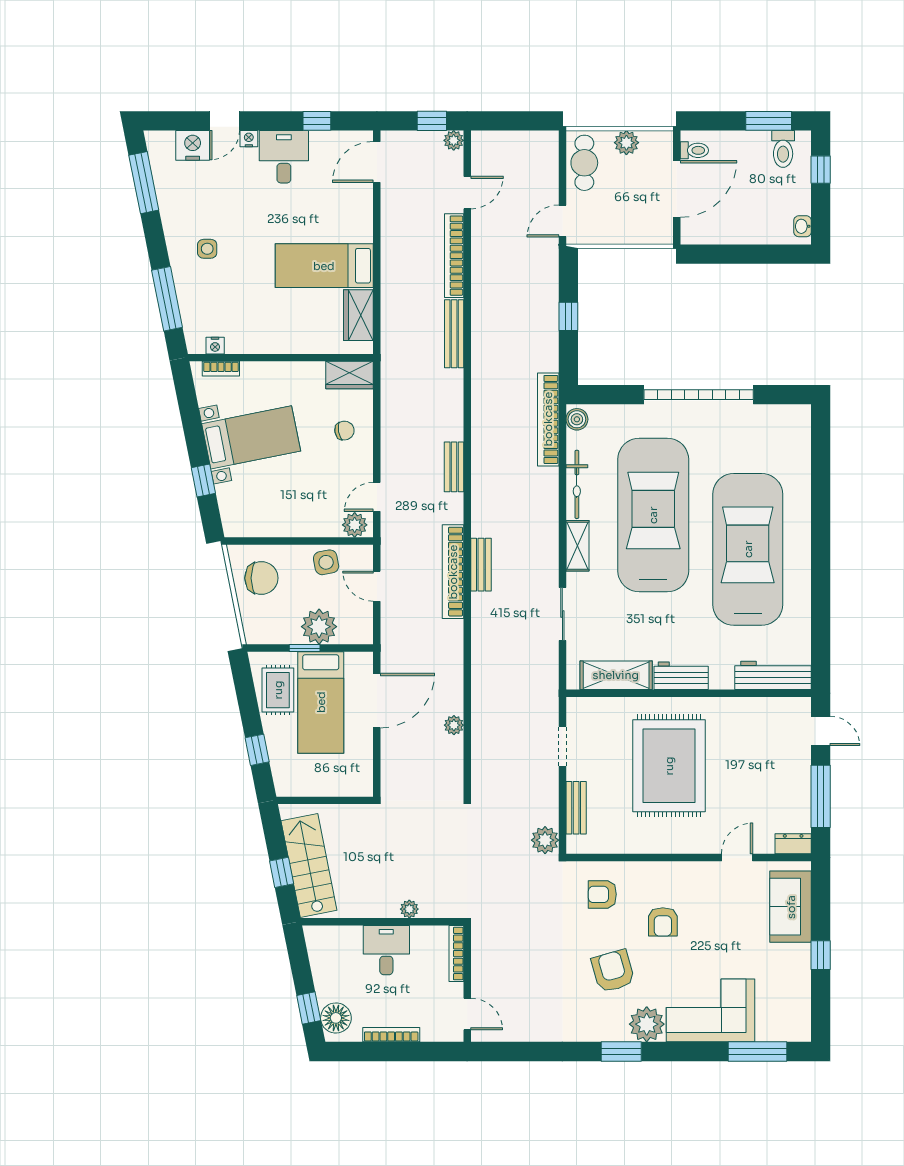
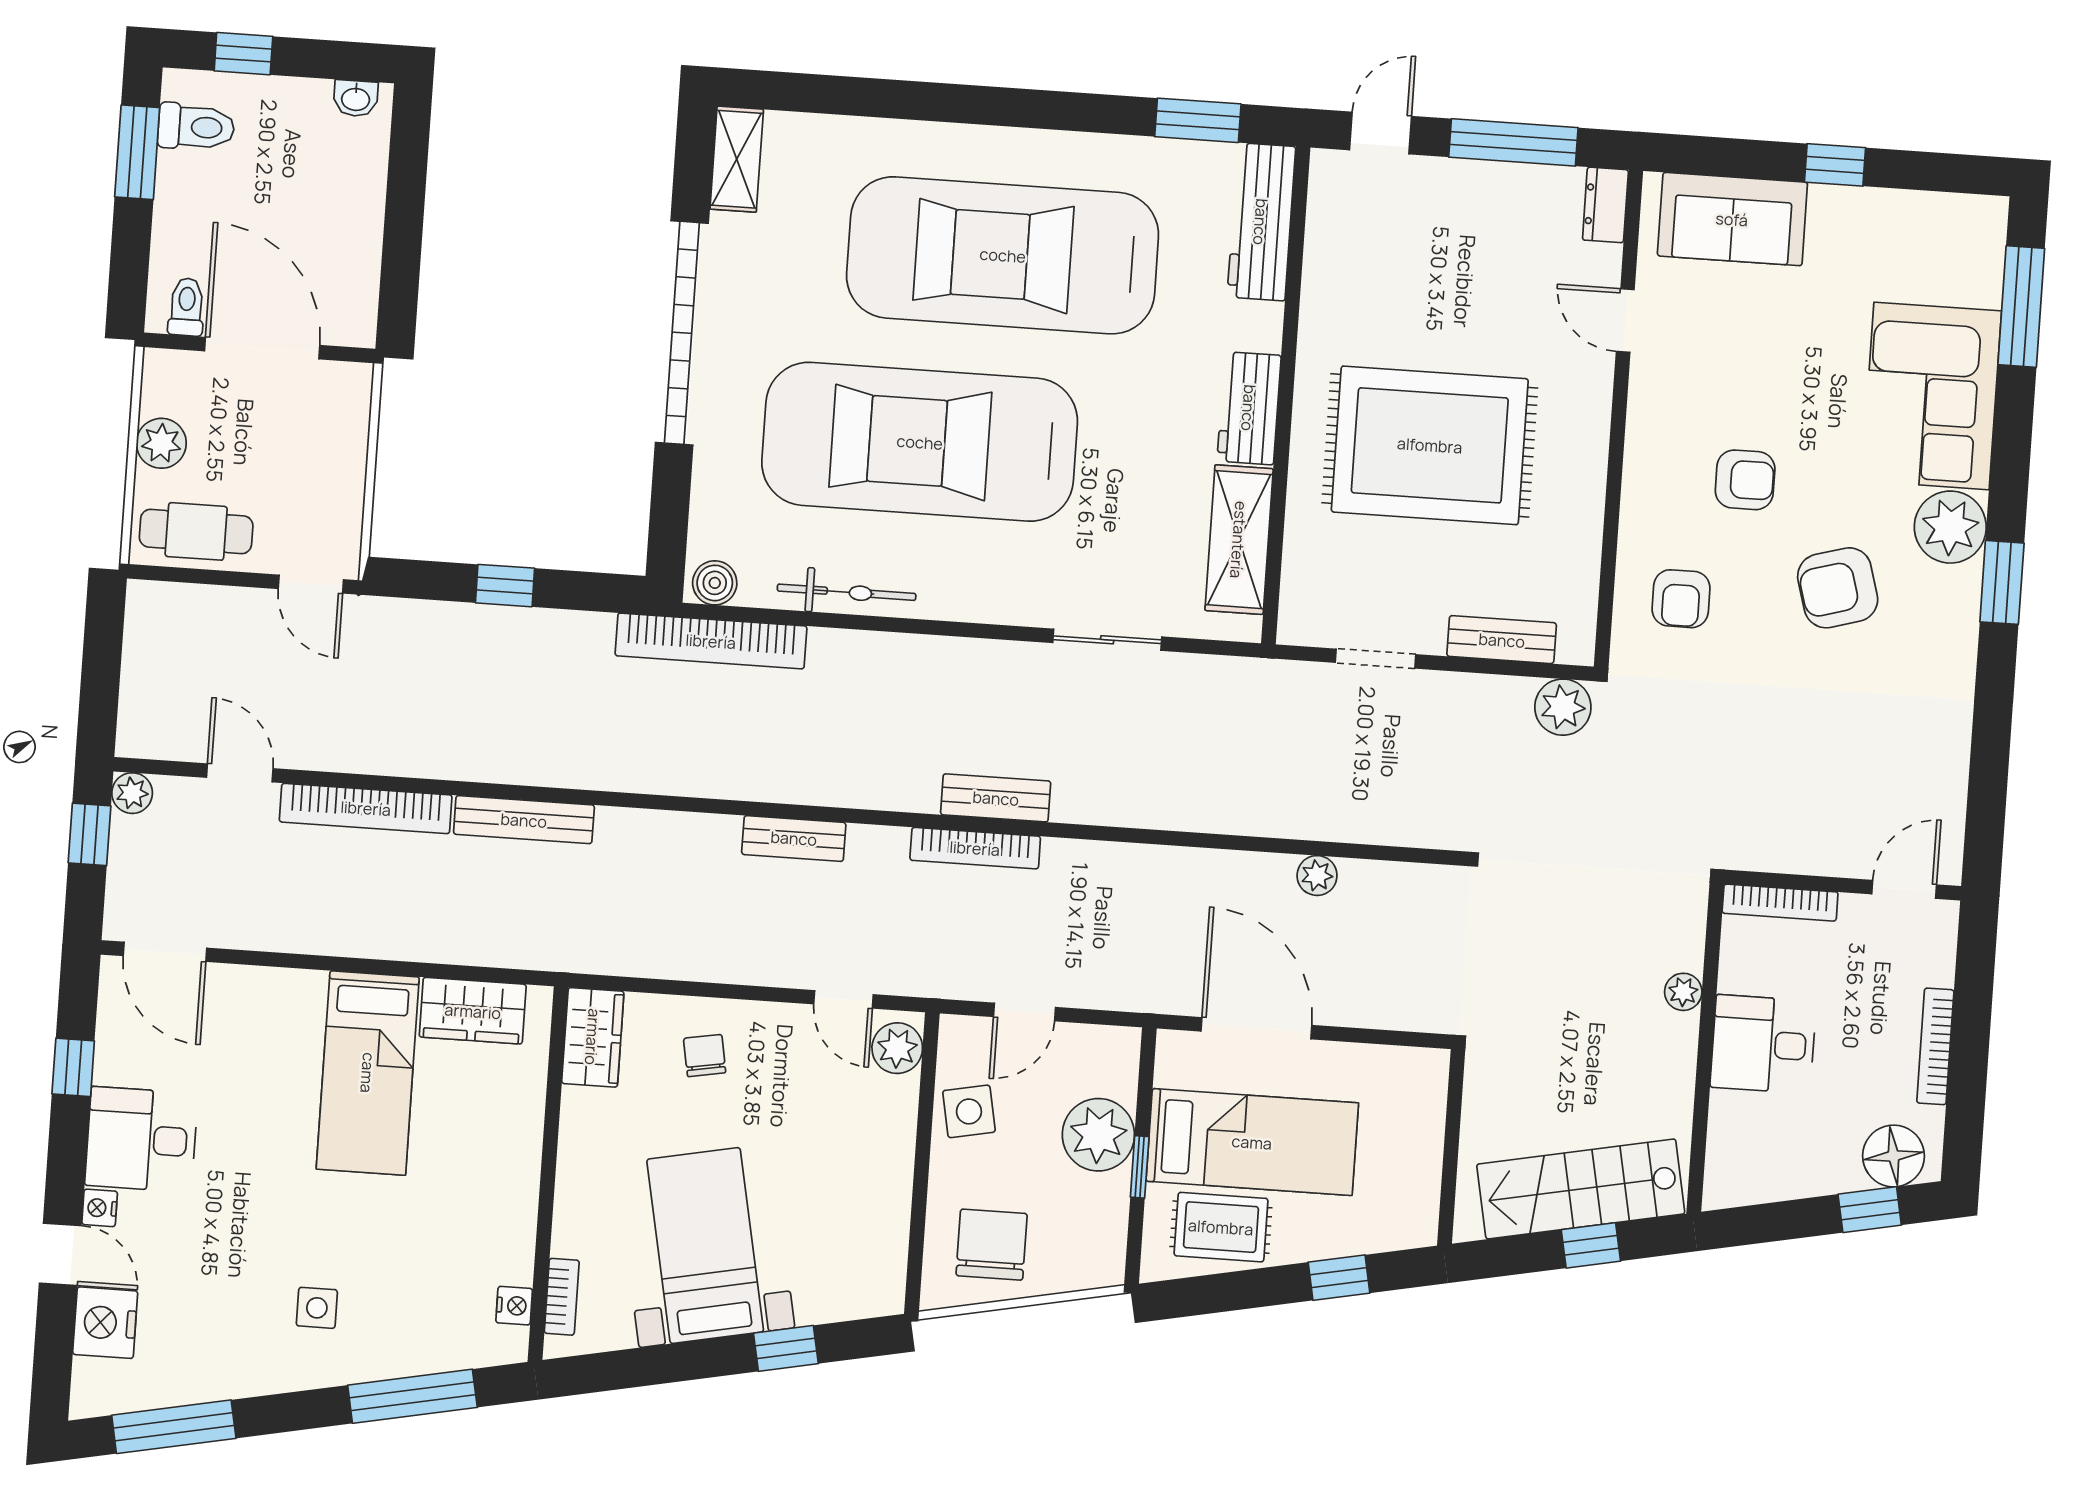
shelving: (577, 546) -> (737, 159), moved, turned 90
bookcase: (453, 572) -> (975, 848), width x0.68, depth x0.76
window: (821, 641) -> (1198, 120), added

